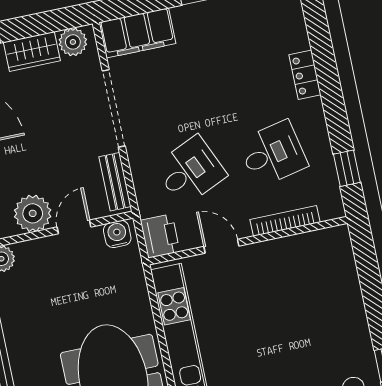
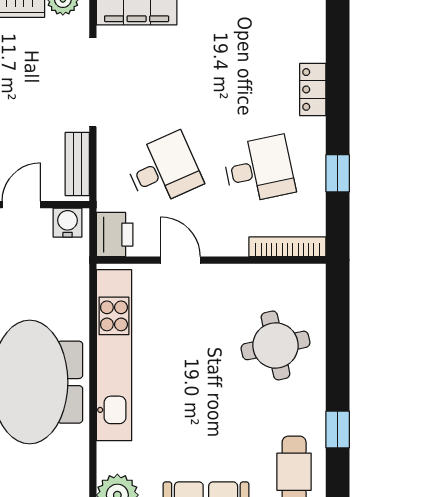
window: (347, 168) -> (338, 173), moved
bookcase: (285, 221) -> (287, 247), moved
round table: (319, 303) -> (275, 345), added

